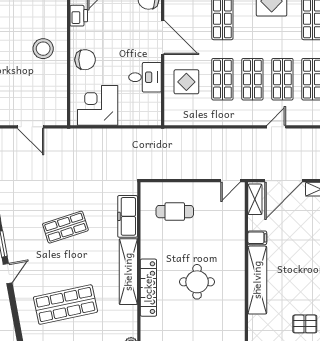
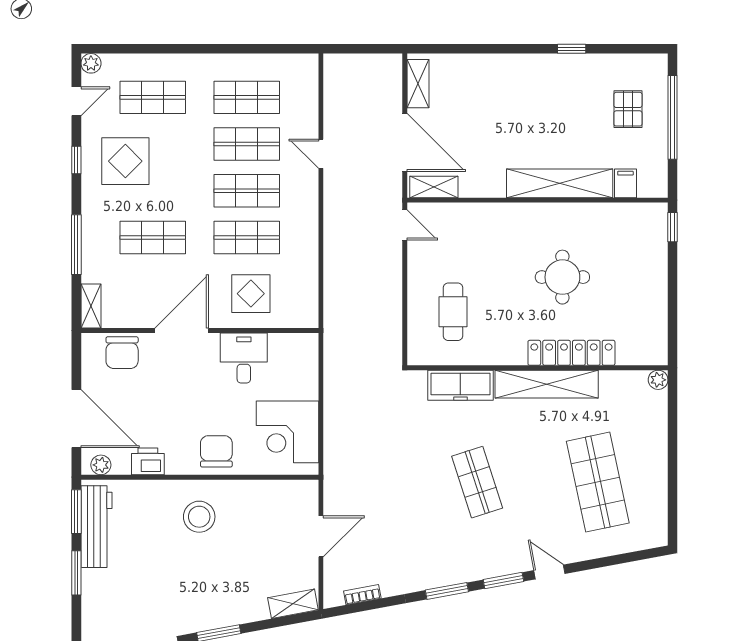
filing cabinet: (257, 238) -> (625, 183), moved

